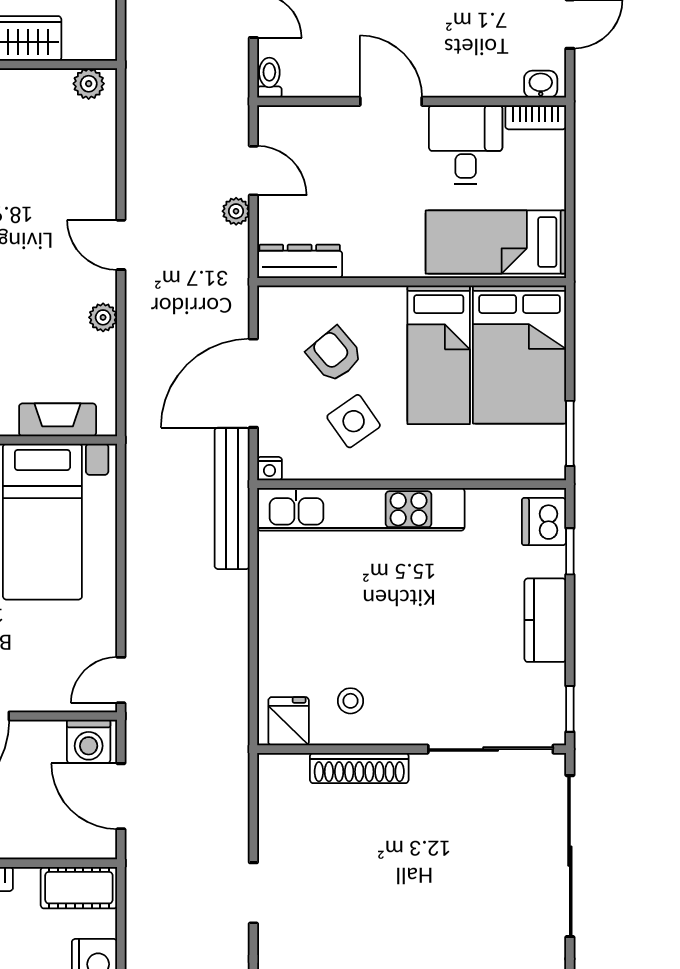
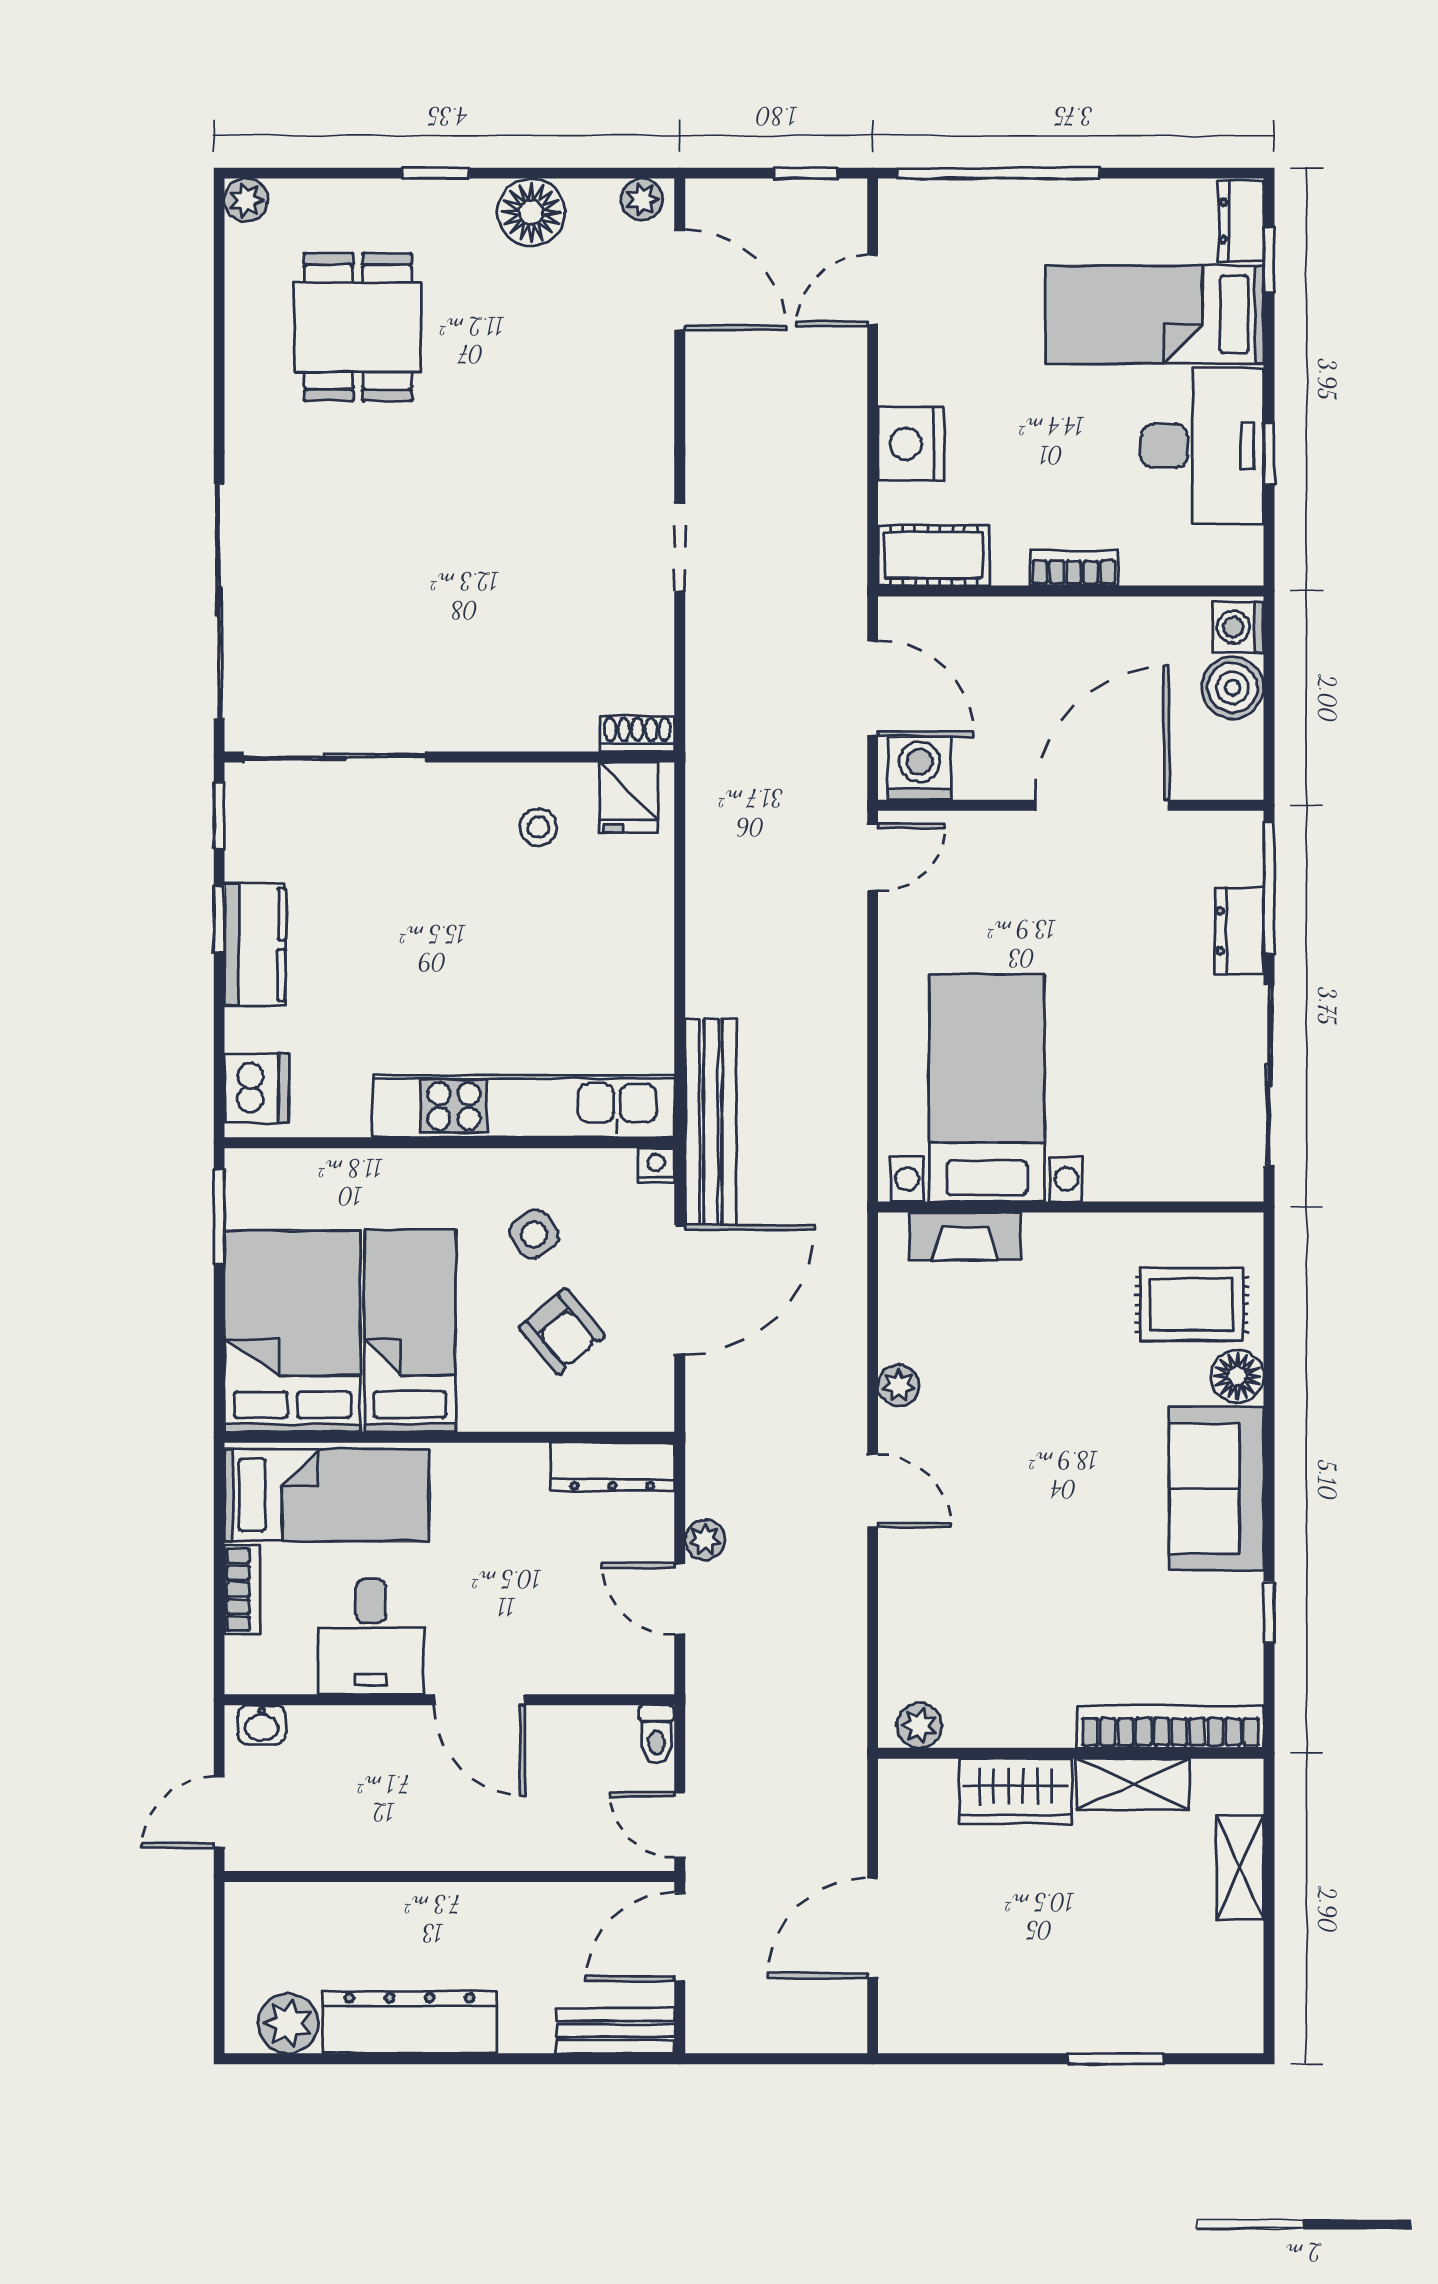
bookcase: (536, 117) -> (242, 1590), moved, turned 90
side table: (354, 421) -> (534, 1234), width x0.73, depth x0.73
window: (570, 551) -> (219, 919), moved
shoe rack: (359, 768) -> (637, 734), moved, width x0.51, depth x0.81

